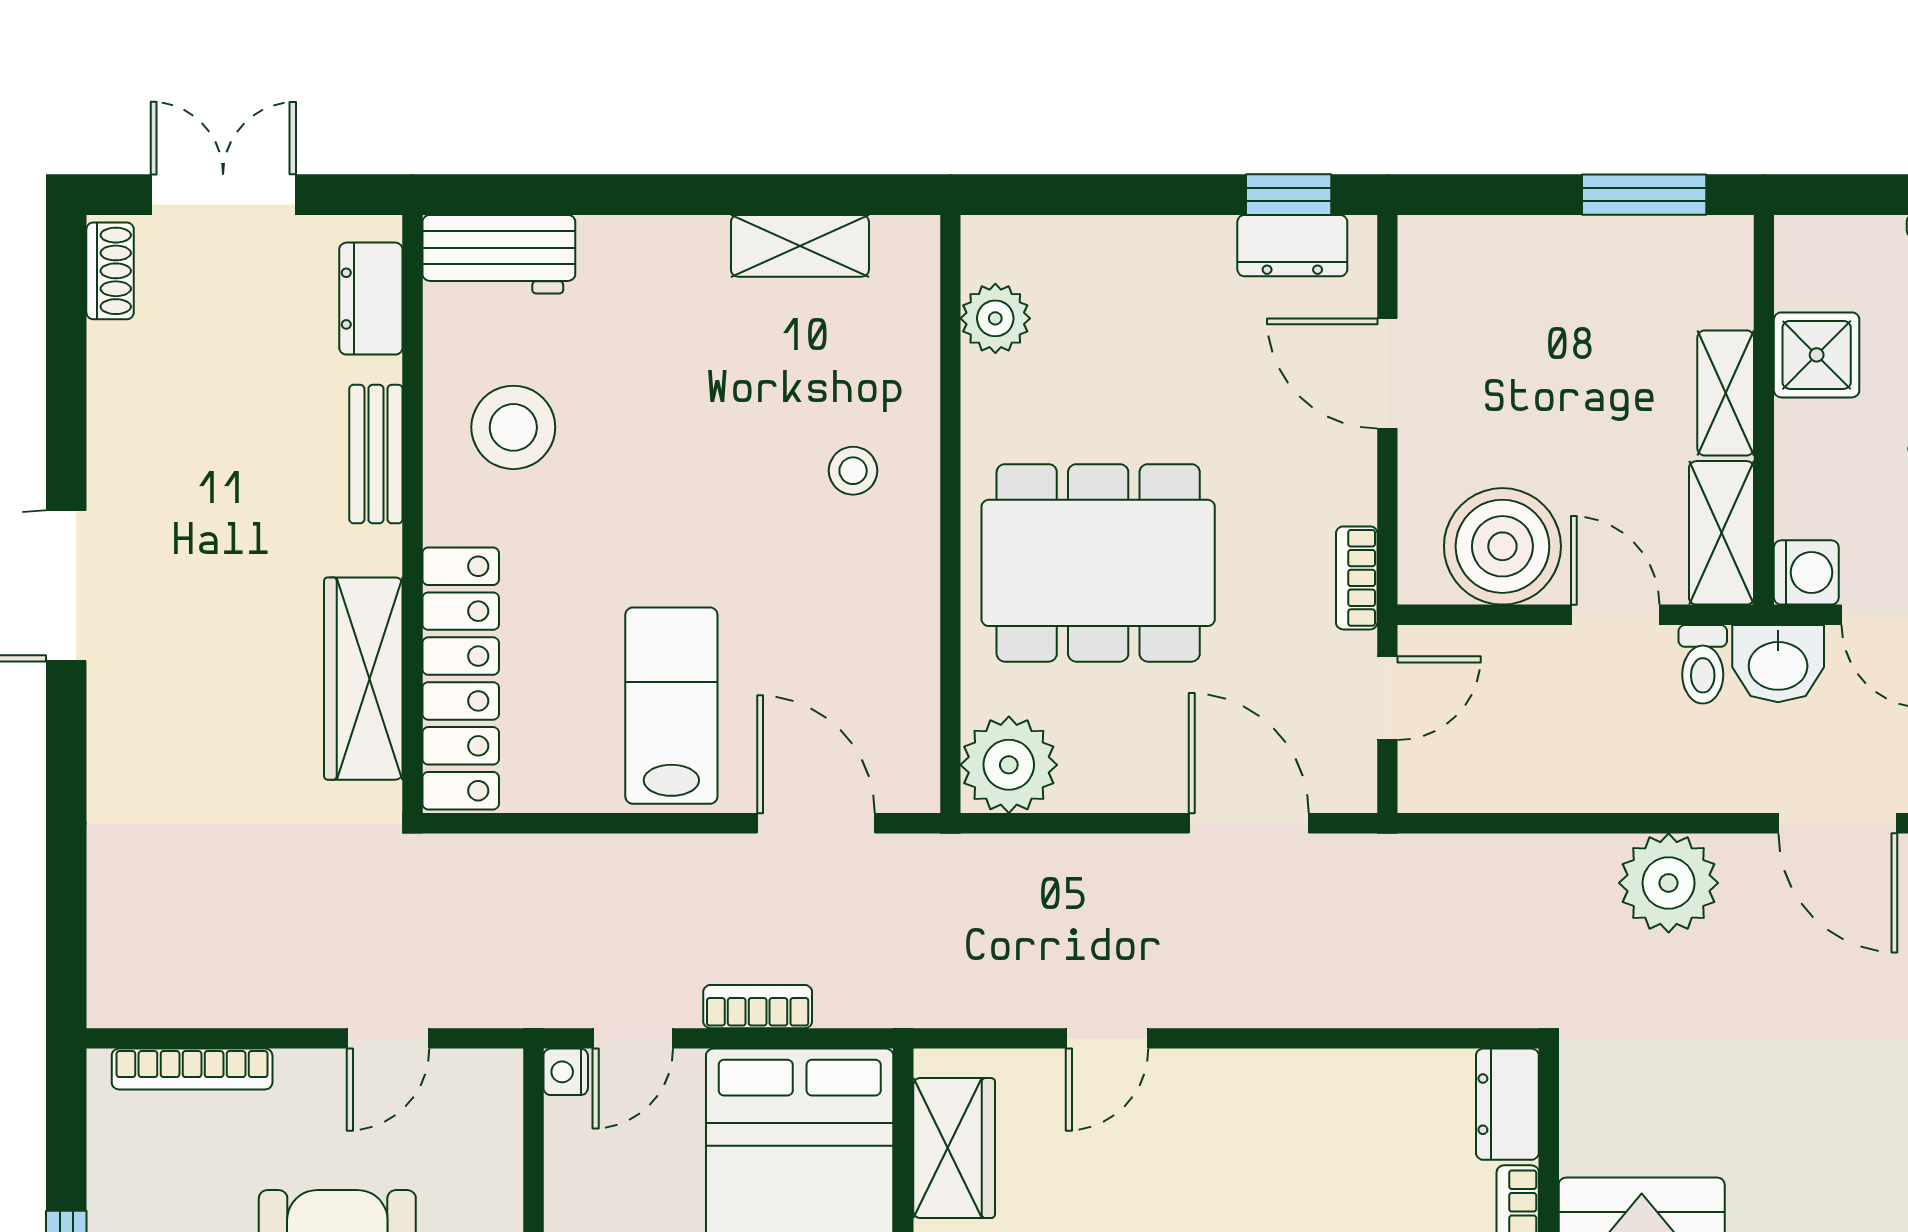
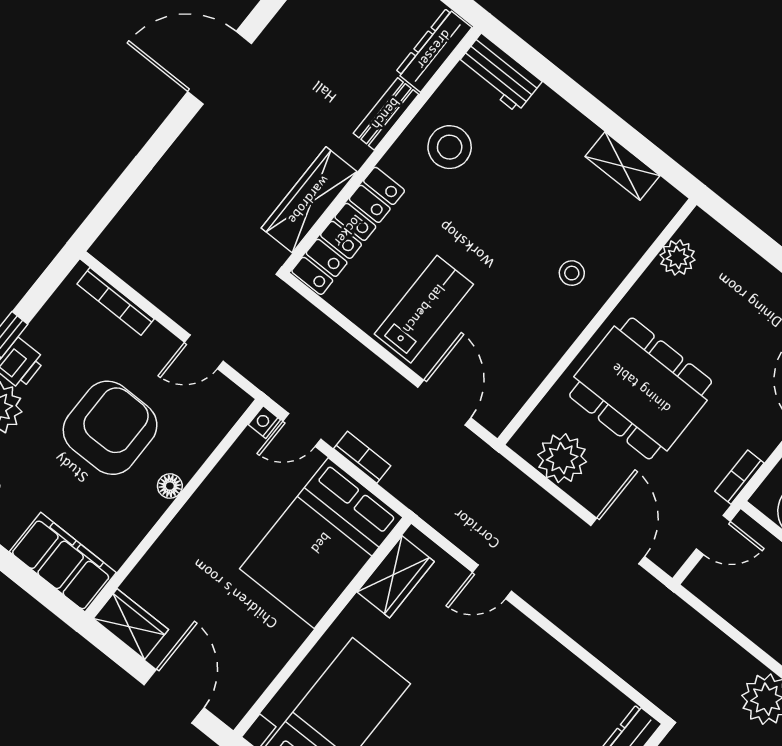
dresser: (371, 299) -> (434, 50), width x1.44
plant: (1009, 765) -> (562, 458), moved

